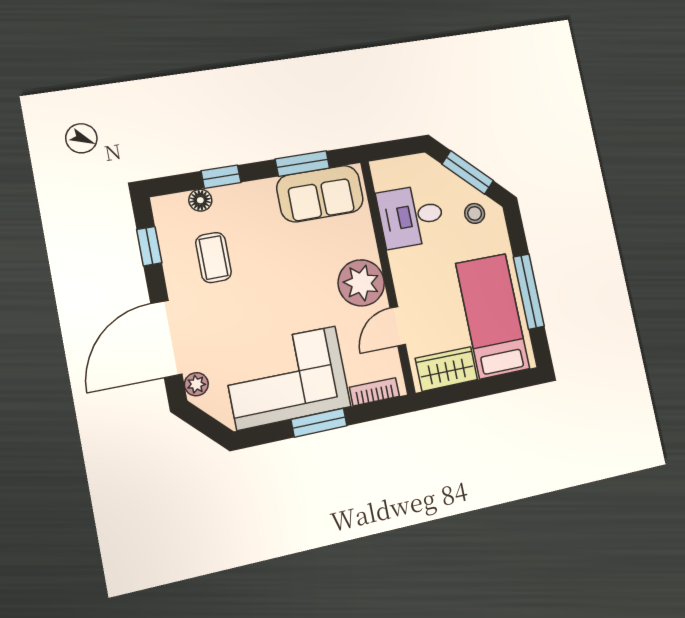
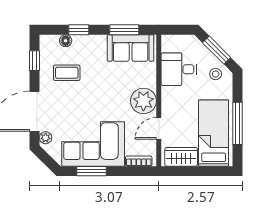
coffee table: (213, 258) -> (67, 73), turned 90
window: (319, 423) -> (91, 171), moved

